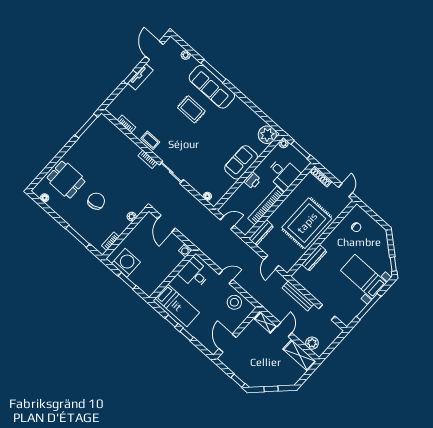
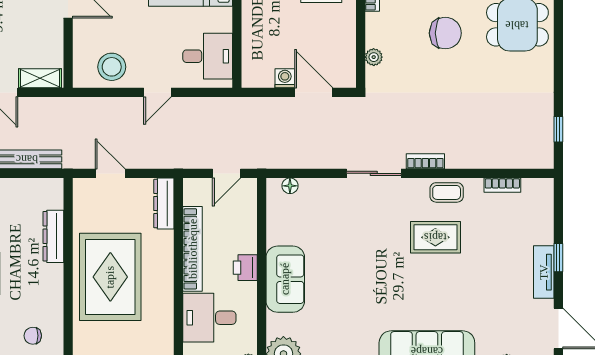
rug: (191, 109) -> (435, 237), moved
window: (86, 126) -> (558, 129), width x0.46
chair: (96, 201) -> (445, 33), turned -74
washing machine: (185, 250) -> (285, 78), moved

